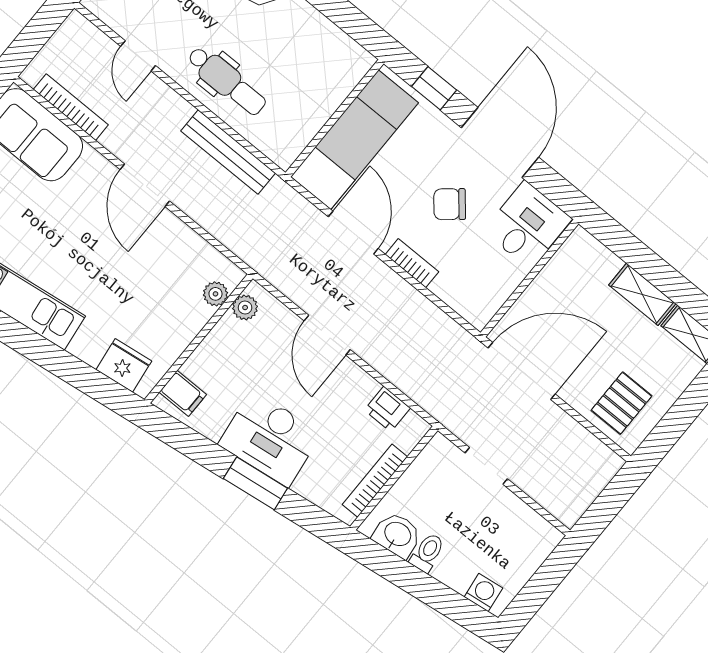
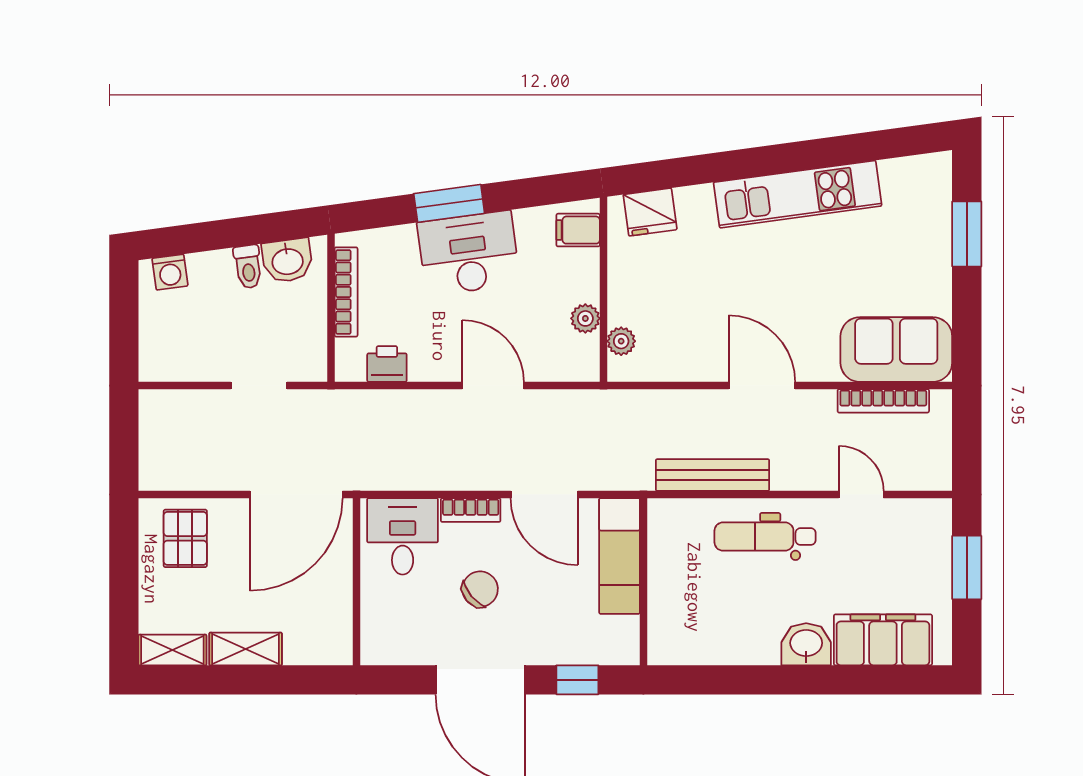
exam couch: (354, 140) -> (619, 556), width x0.73, depth x0.69
desk: (527, 225) -> (403, 536), moved, turned 180
plant: (245, 308) -> (585, 318), moved

